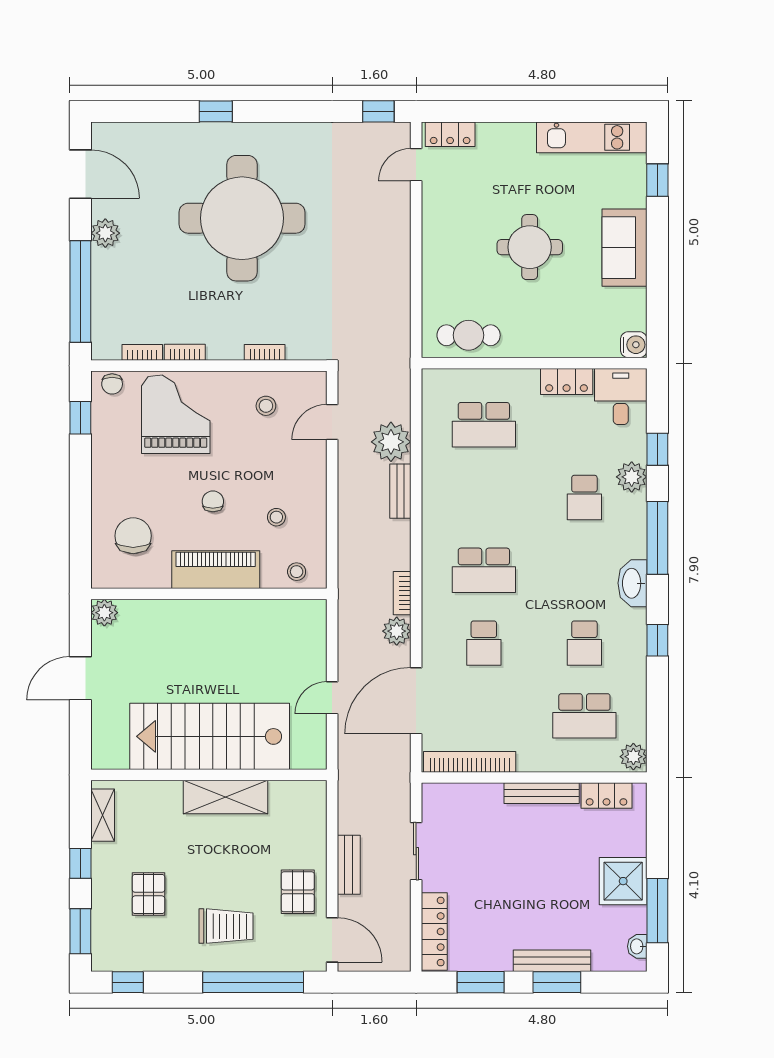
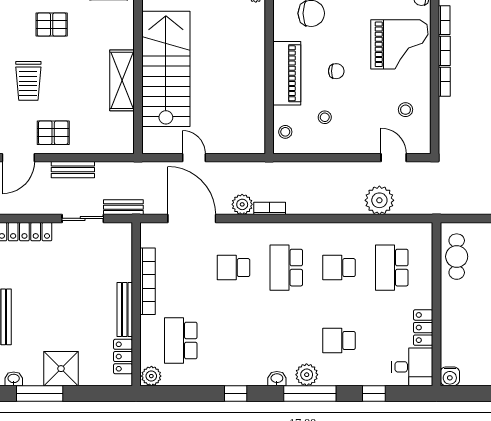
bookcase: (265, 352) -> (444, 82), moved
plant: (632, 477) -> (307, 375), moved
bench: (400, 491) -> (123, 207), moved
washbasin: (632, 583) -> (277, 379), width x0.52, depth x0.69
school desk: (584, 643) -> (339, 268), moved
bookcase: (470, 762) -> (147, 281), moved

